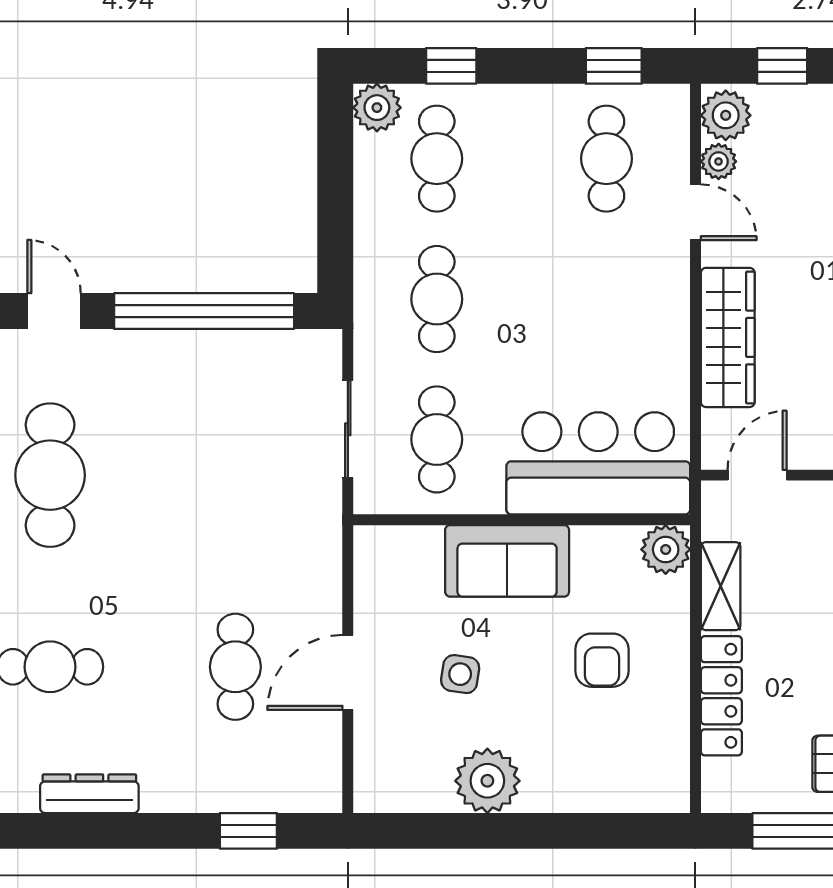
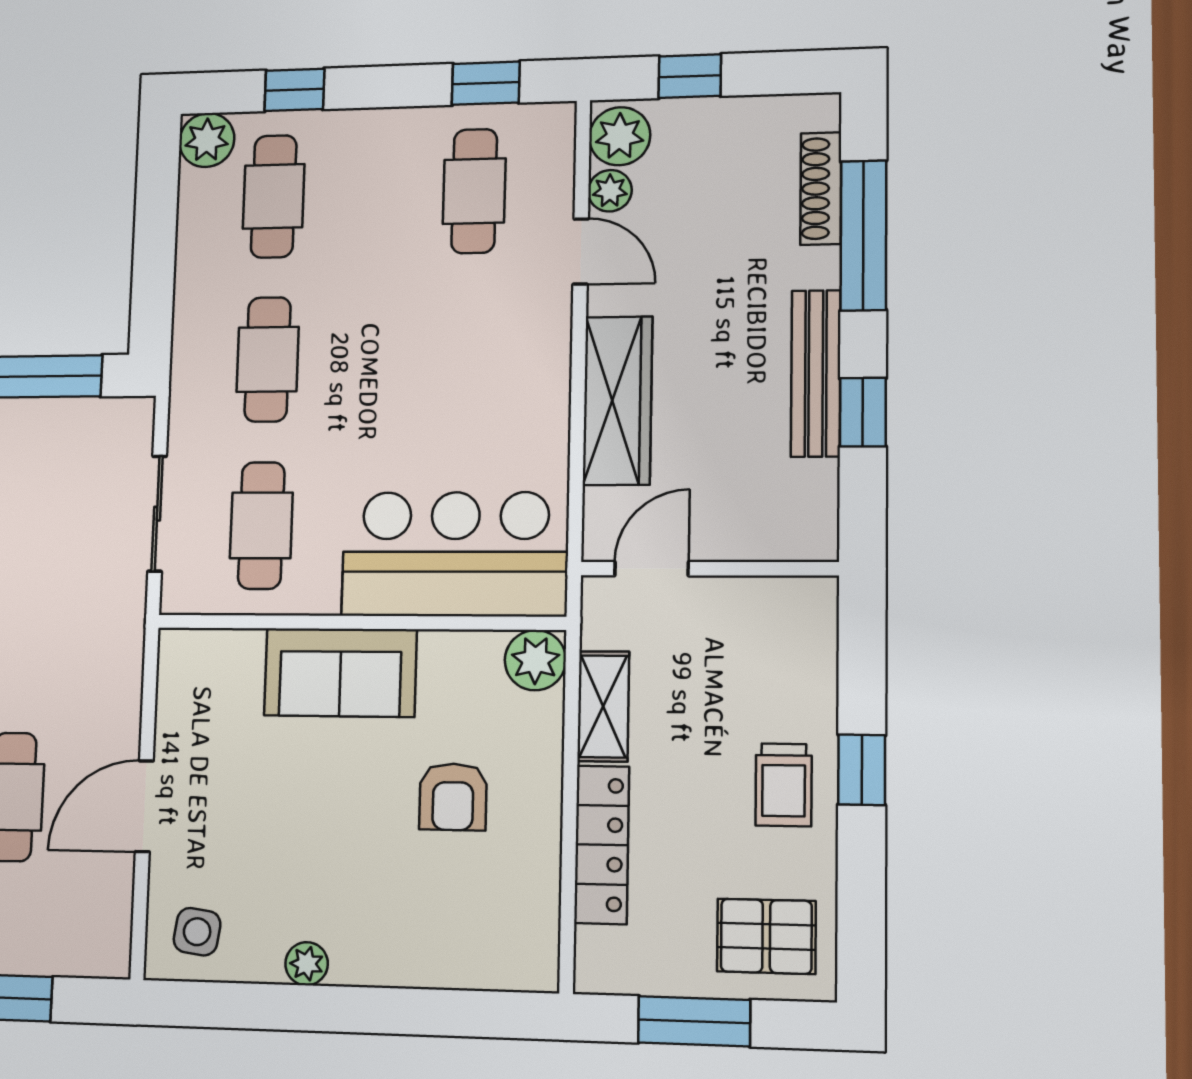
side table: (460, 674) -> (197, 932), moved
plant: (487, 781) -> (307, 964), width x0.53, depth x0.53

